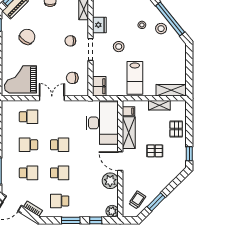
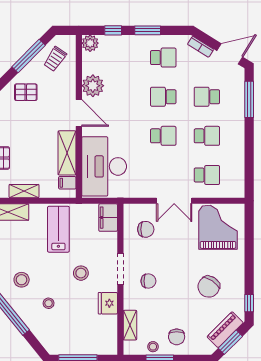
stool: (161, 29) -> (22, 280), moved
grand piano: (20, 79) -> (218, 227), turned -90
school desk: (28, 117) -> (207, 175), turned 180
school desk: (60, 145) -> (163, 136), turned 180
pallet: (155, 151) -> (26, 92), moved
window: (156, 202) -> (29, 56), width x1.44

